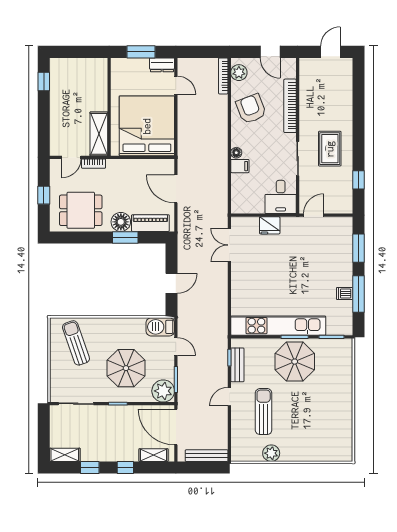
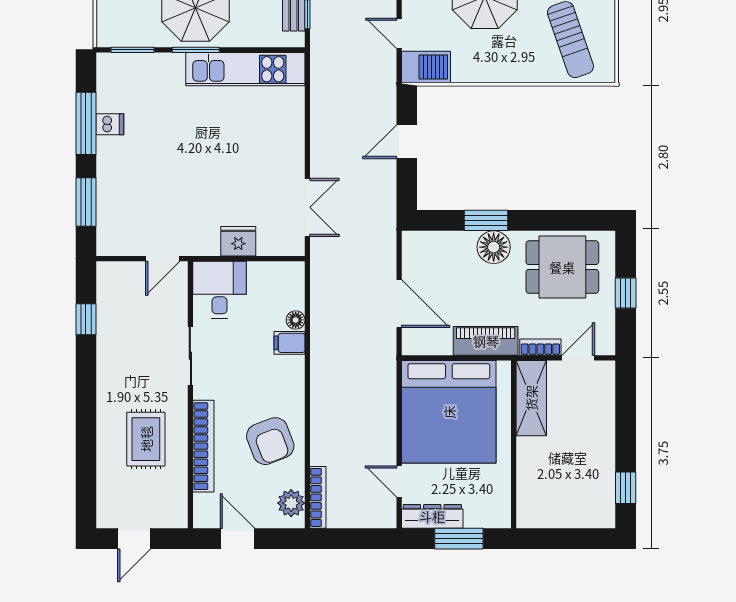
dresser: (162, 65) -> (432, 516), width x1.44
rug: (330, 149) -> (146, 439), moved
floor lamp: (236, 153) -> (296, 320), moved
piano: (150, 223) -> (486, 341), moved, turned 180
kitchen unit: (278, 326) -> (245, 69), width x0.73

